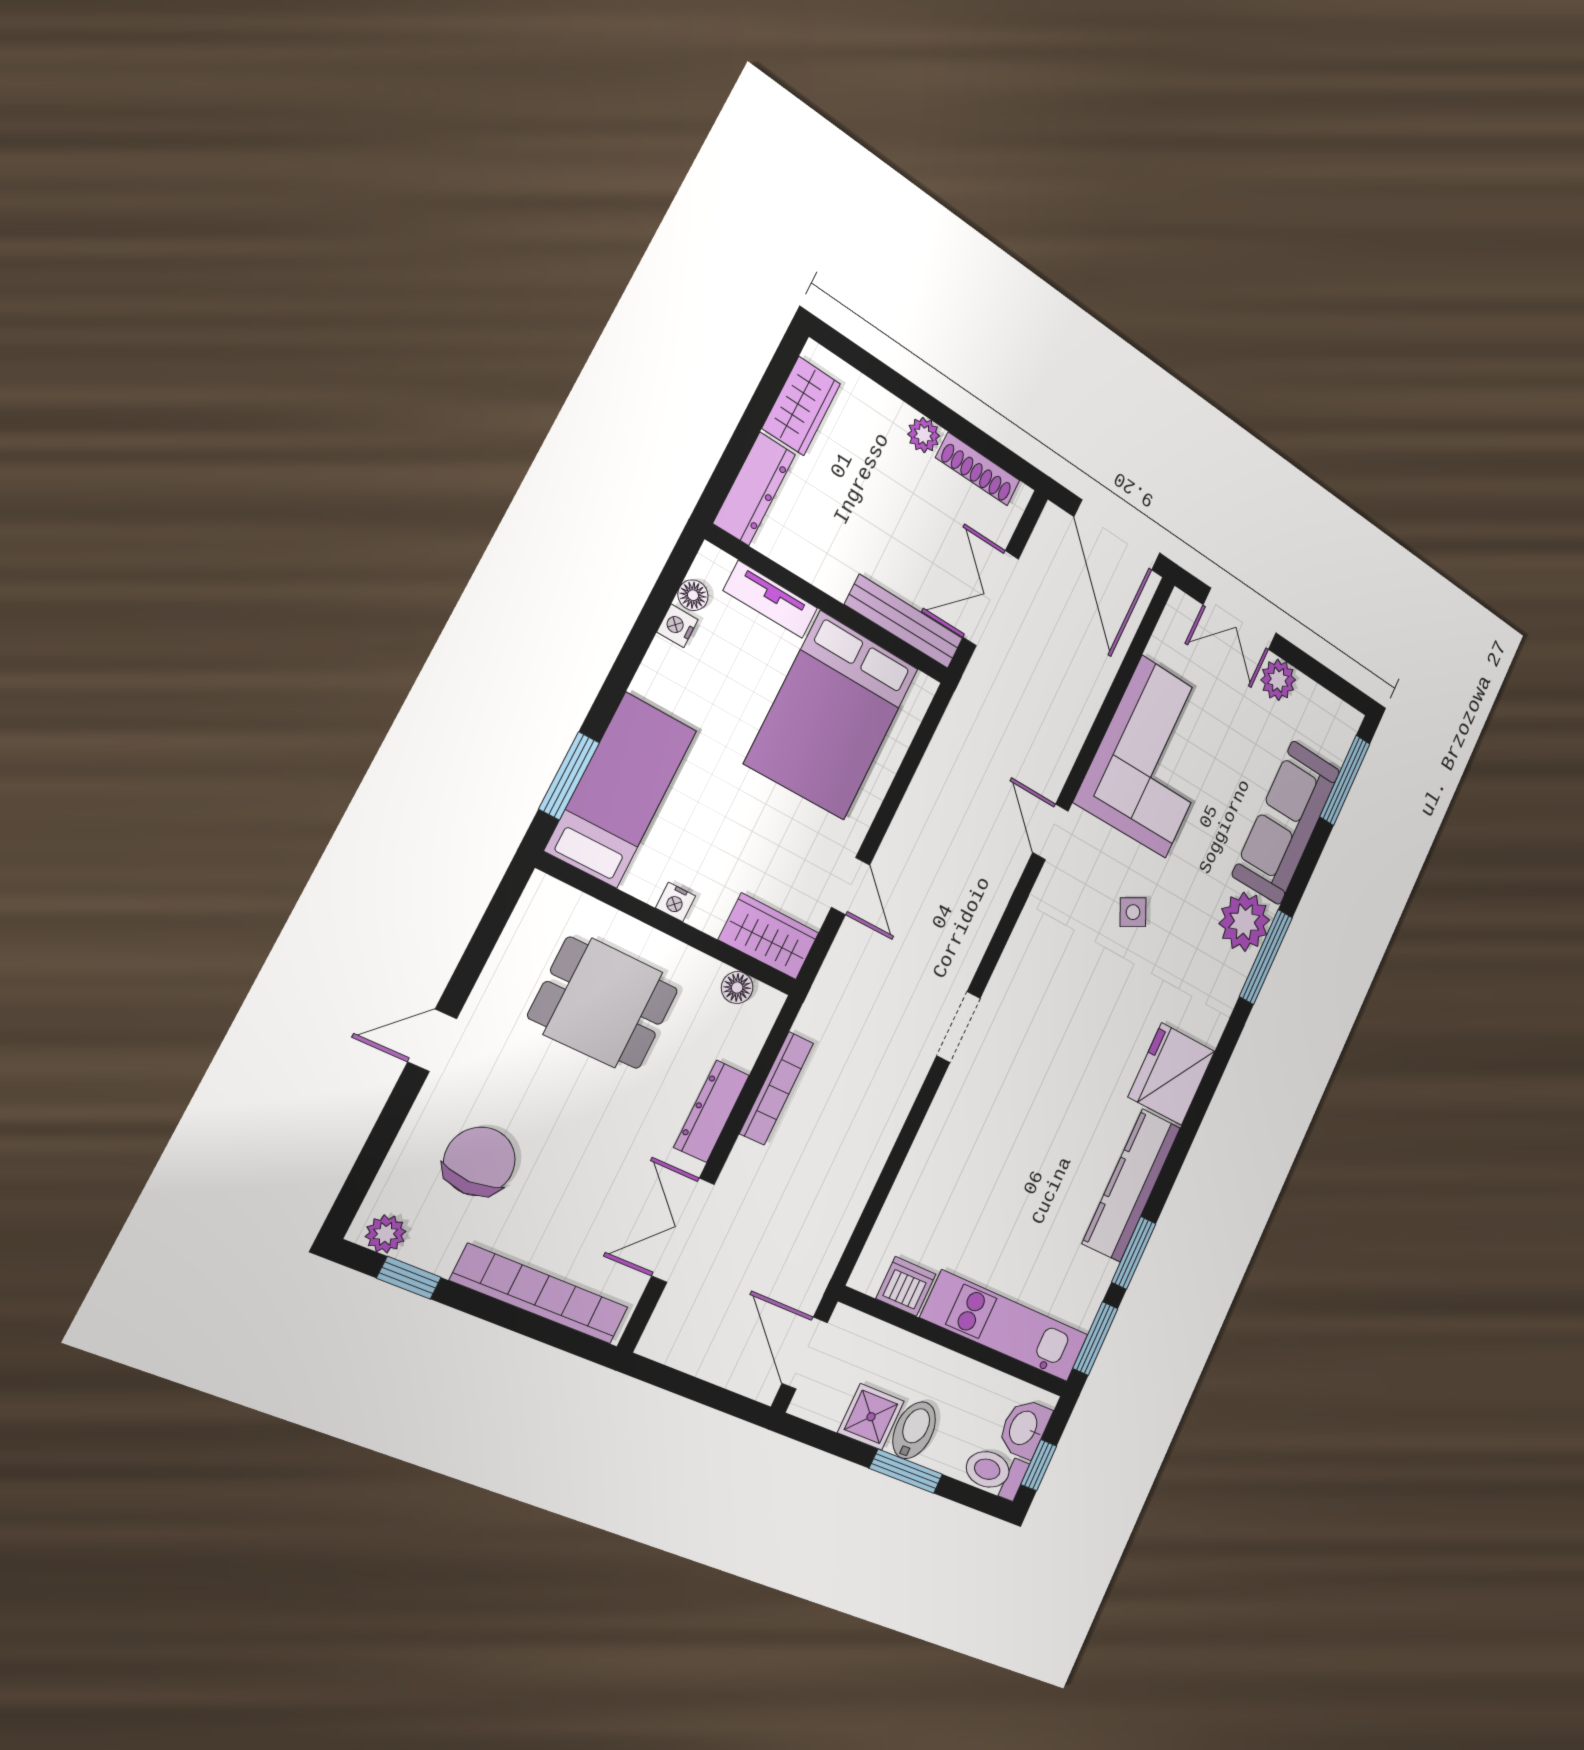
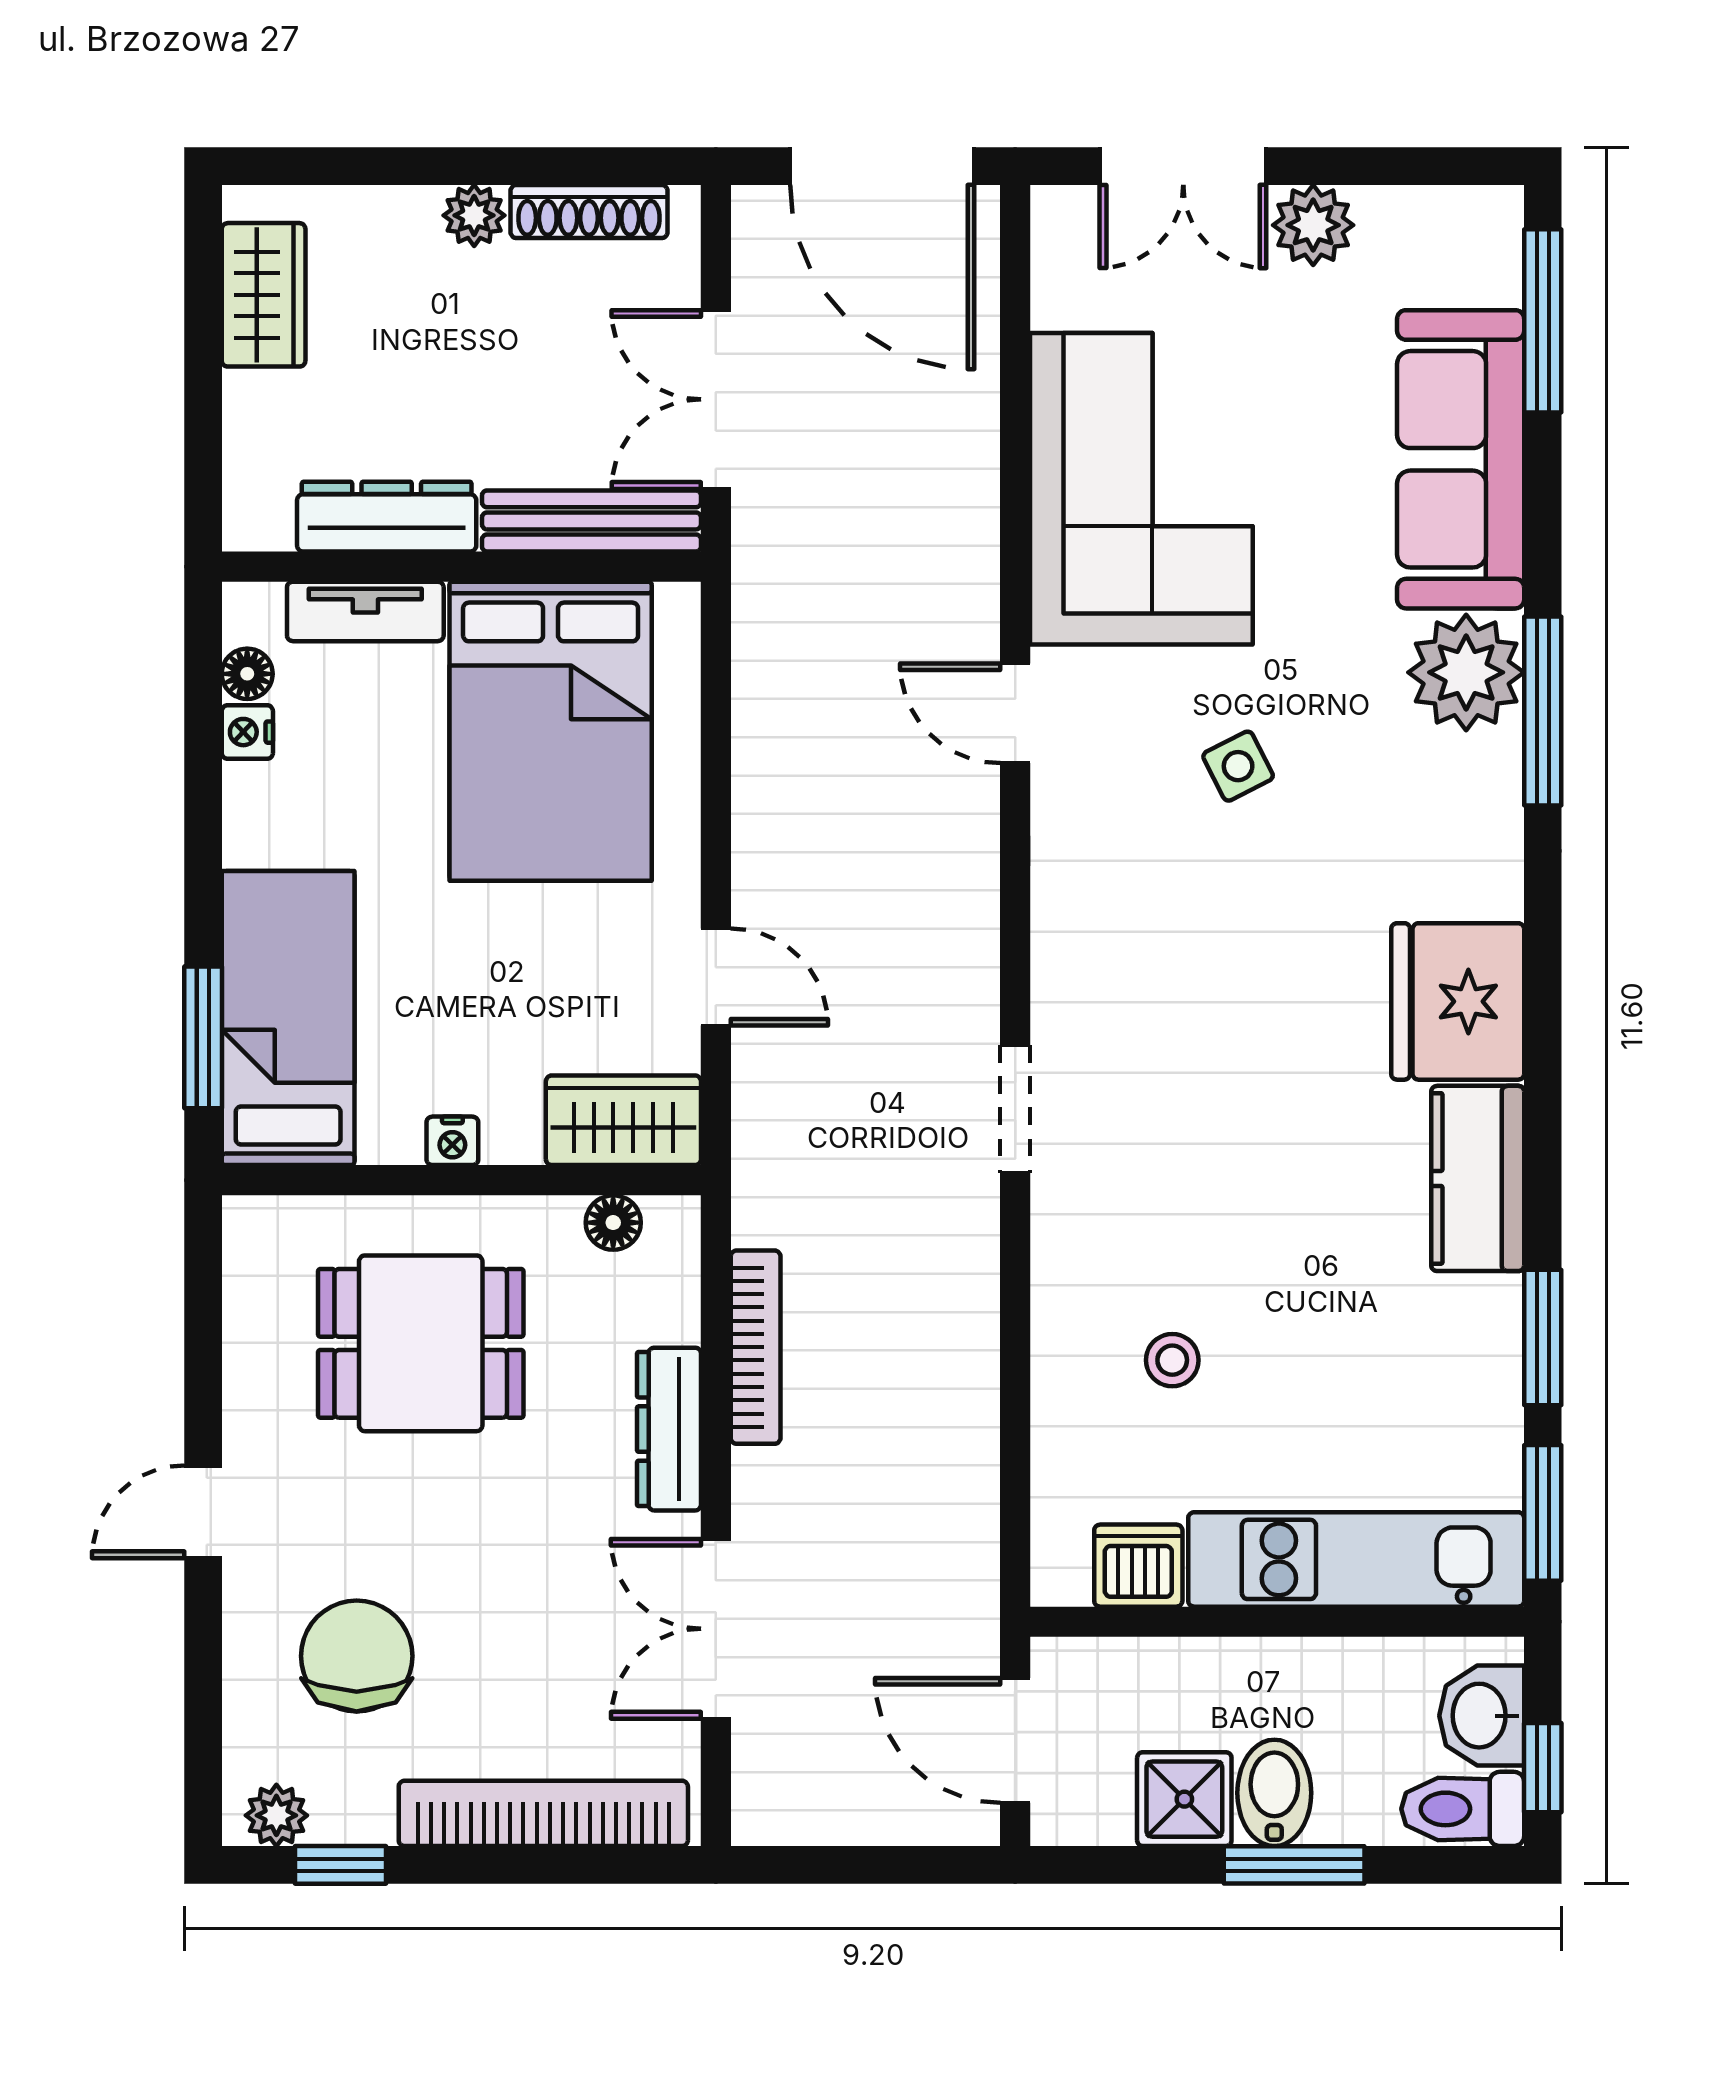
dresser: (754, 489) -> (387, 517), moved, turned -90
kitchen counter: (1131, 1185) -> (1478, 1178), width x0.67
stool: (970, 1189) -> (1172, 1360), added

